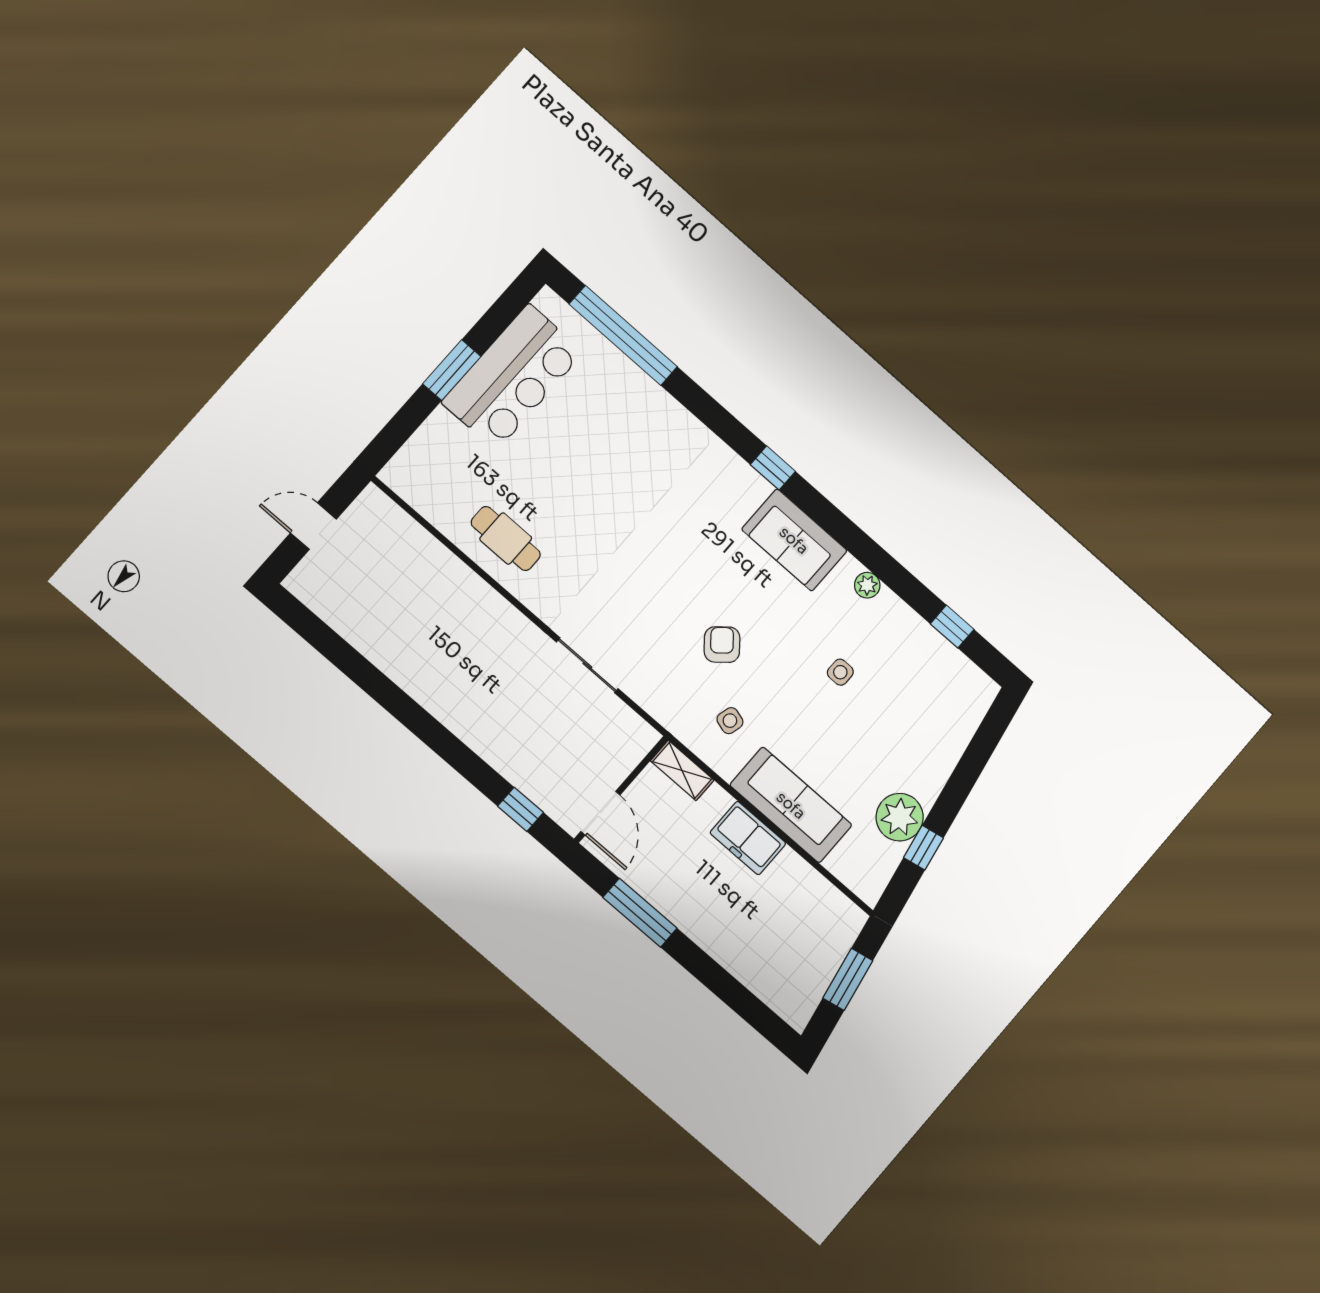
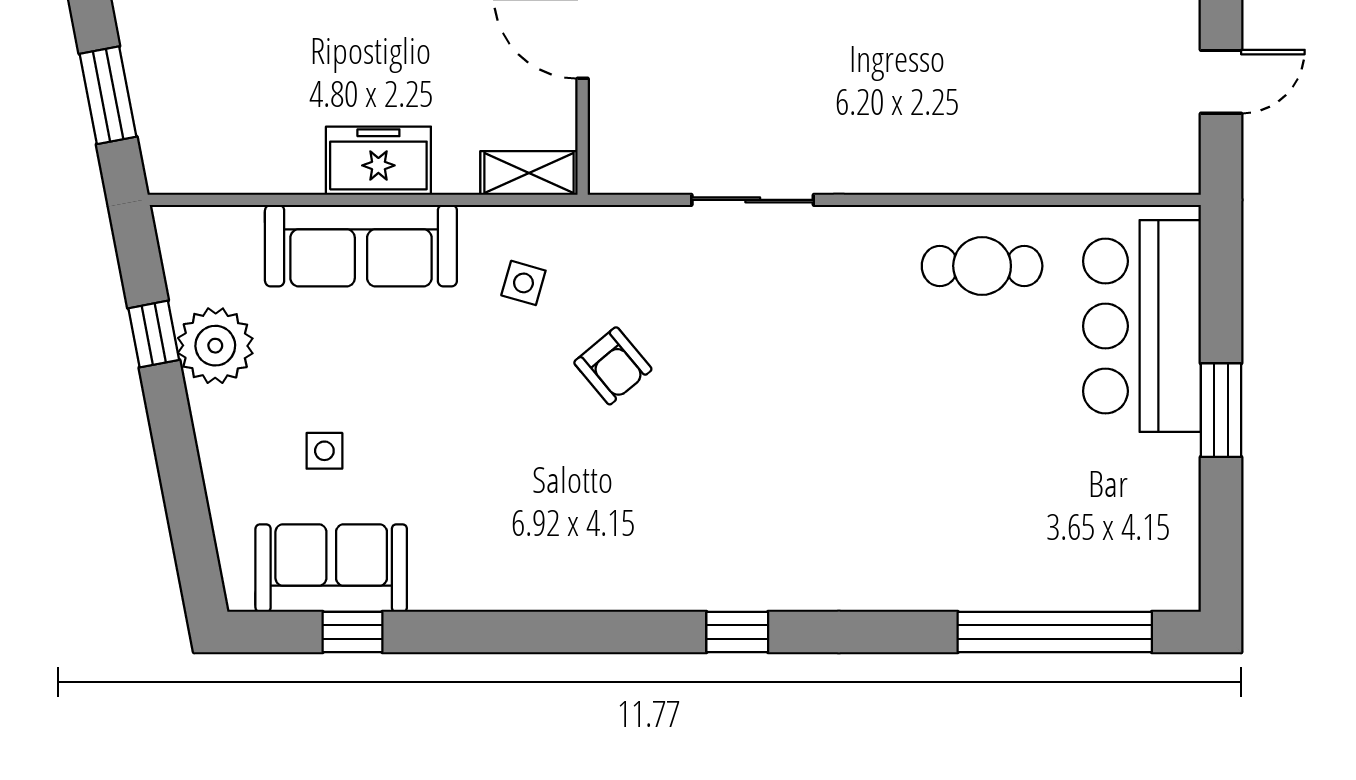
bar counter: (513, 377) -> (1142, 326), moved
sofa: (794, 540) -> (331, 568), moved
plant: (867, 585) -> (500, 591), removed
side table: (840, 672) -> (324, 451), moved

